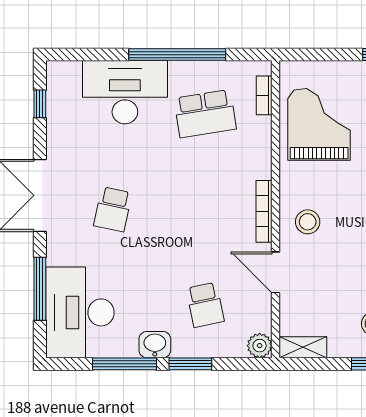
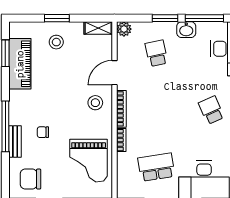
bookcase: (264, 95) -> (121, 140), moved
school desk: (113, 209) -> (211, 110), turned -36
door: (276, 272) -> (114, 73), swing flipped

